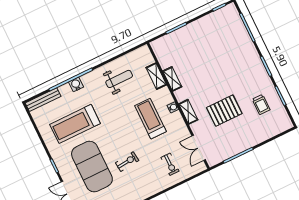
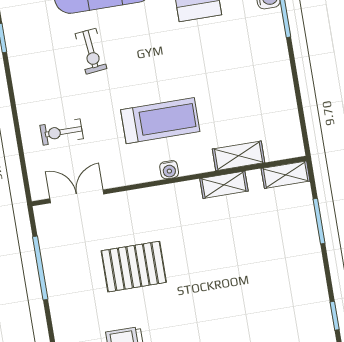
weight bench: (119, 79) -> (254, 83), removed
pallet: (224, 111) -> (134, 267), turned 90
shelving: (188, 112) -> (286, 175), moved

